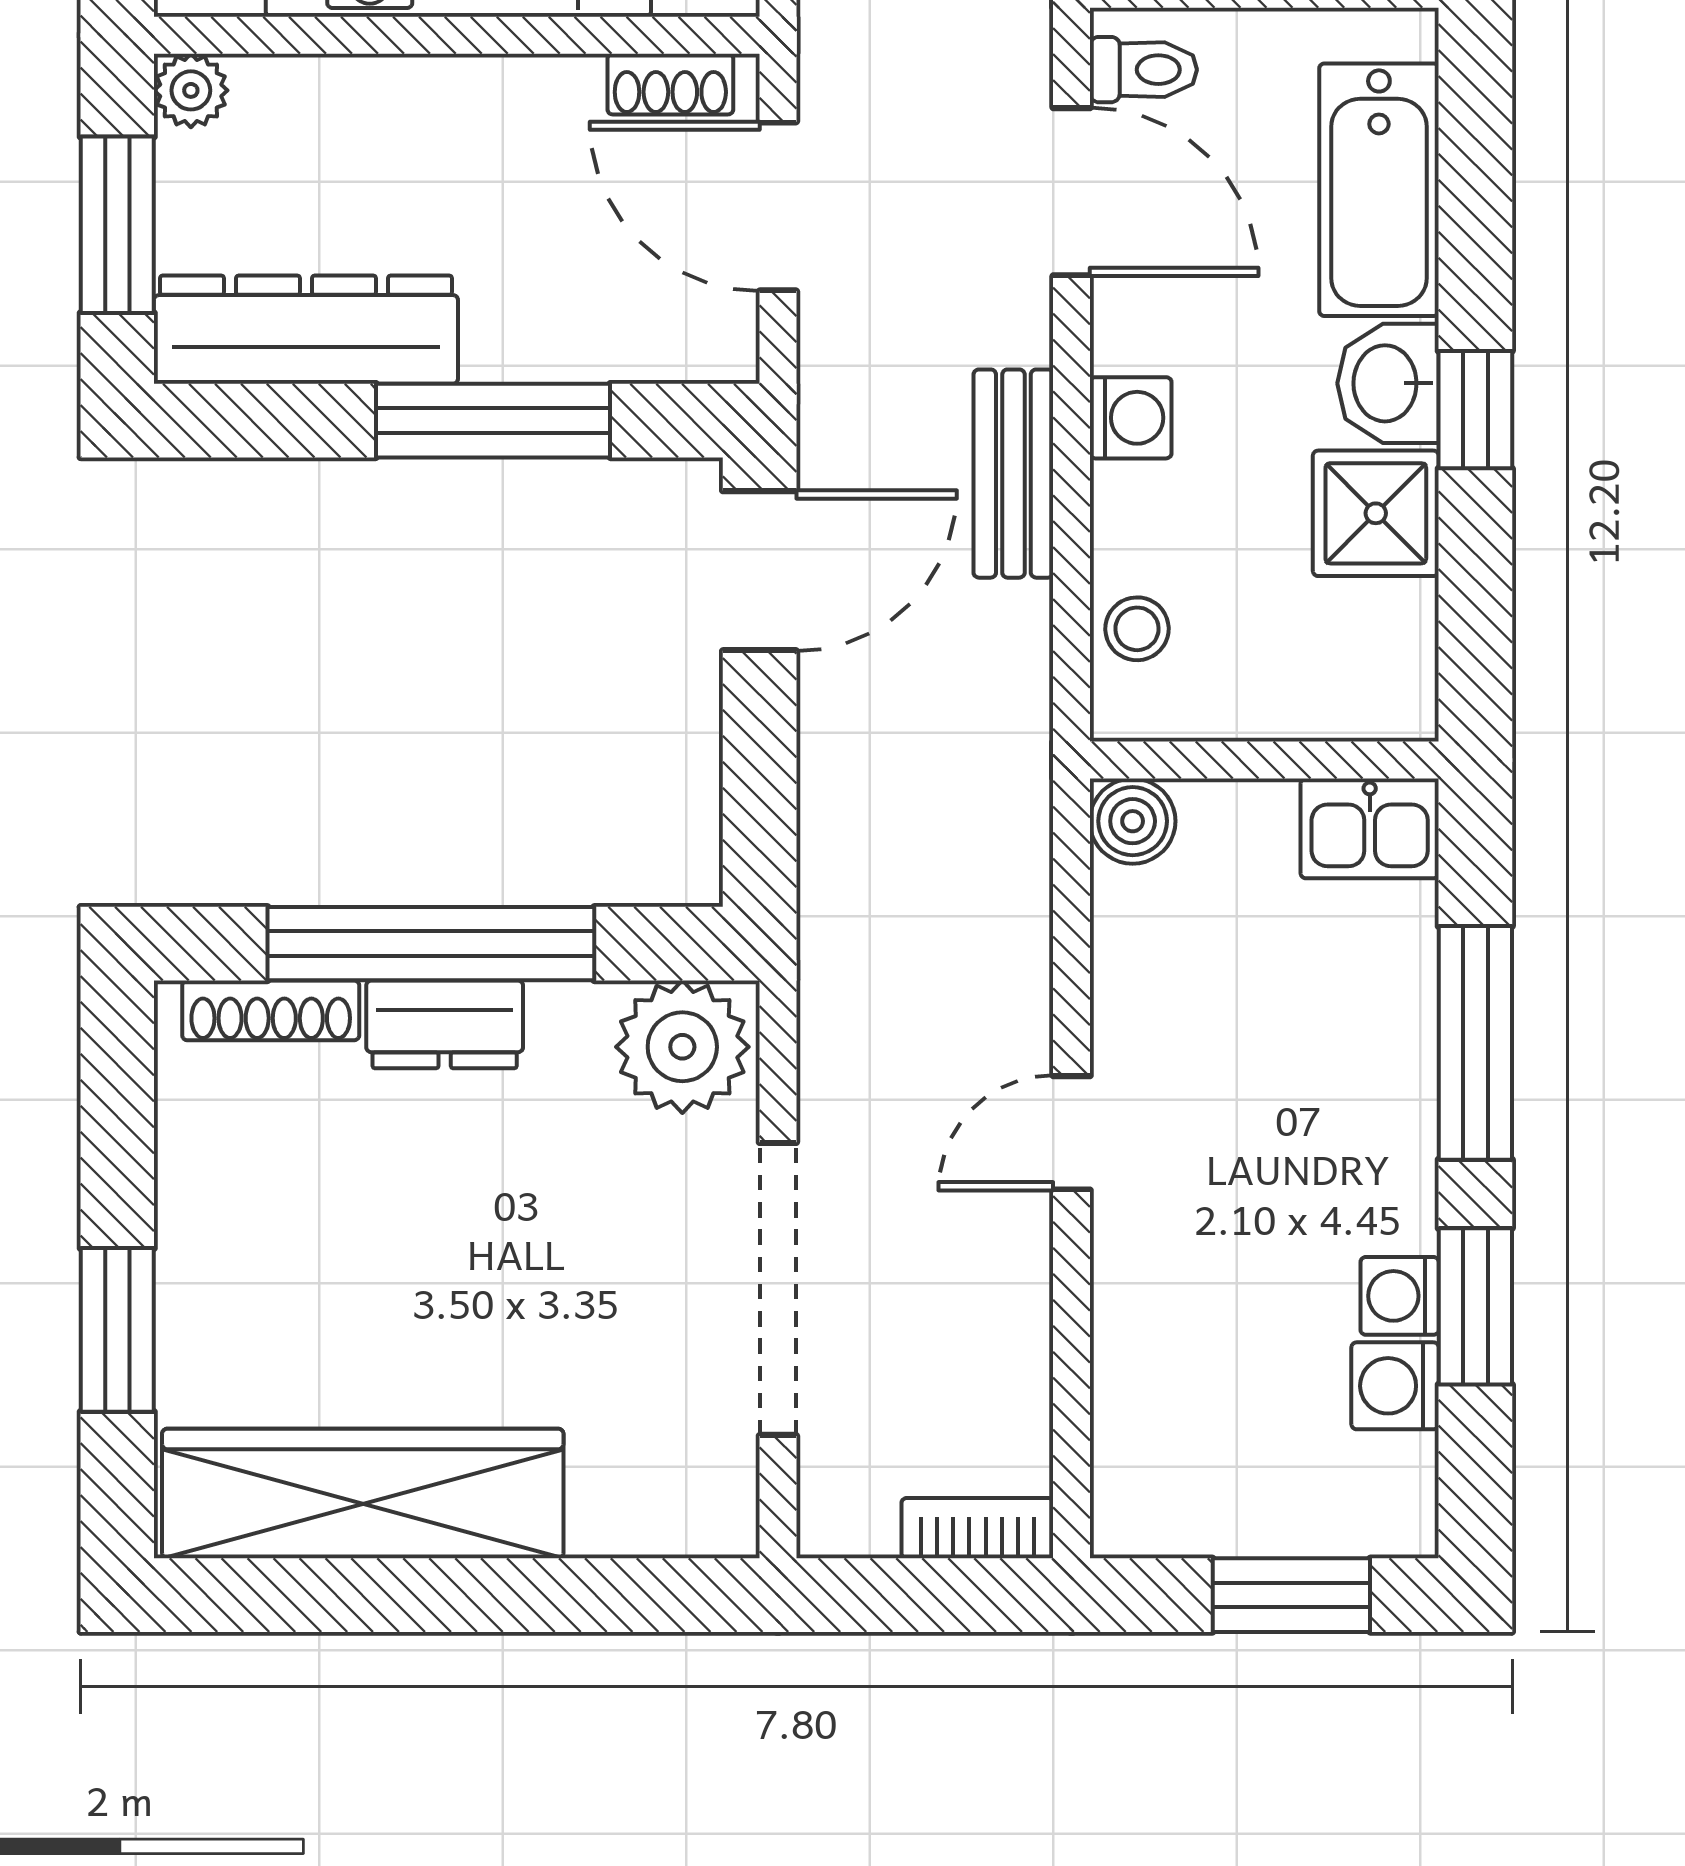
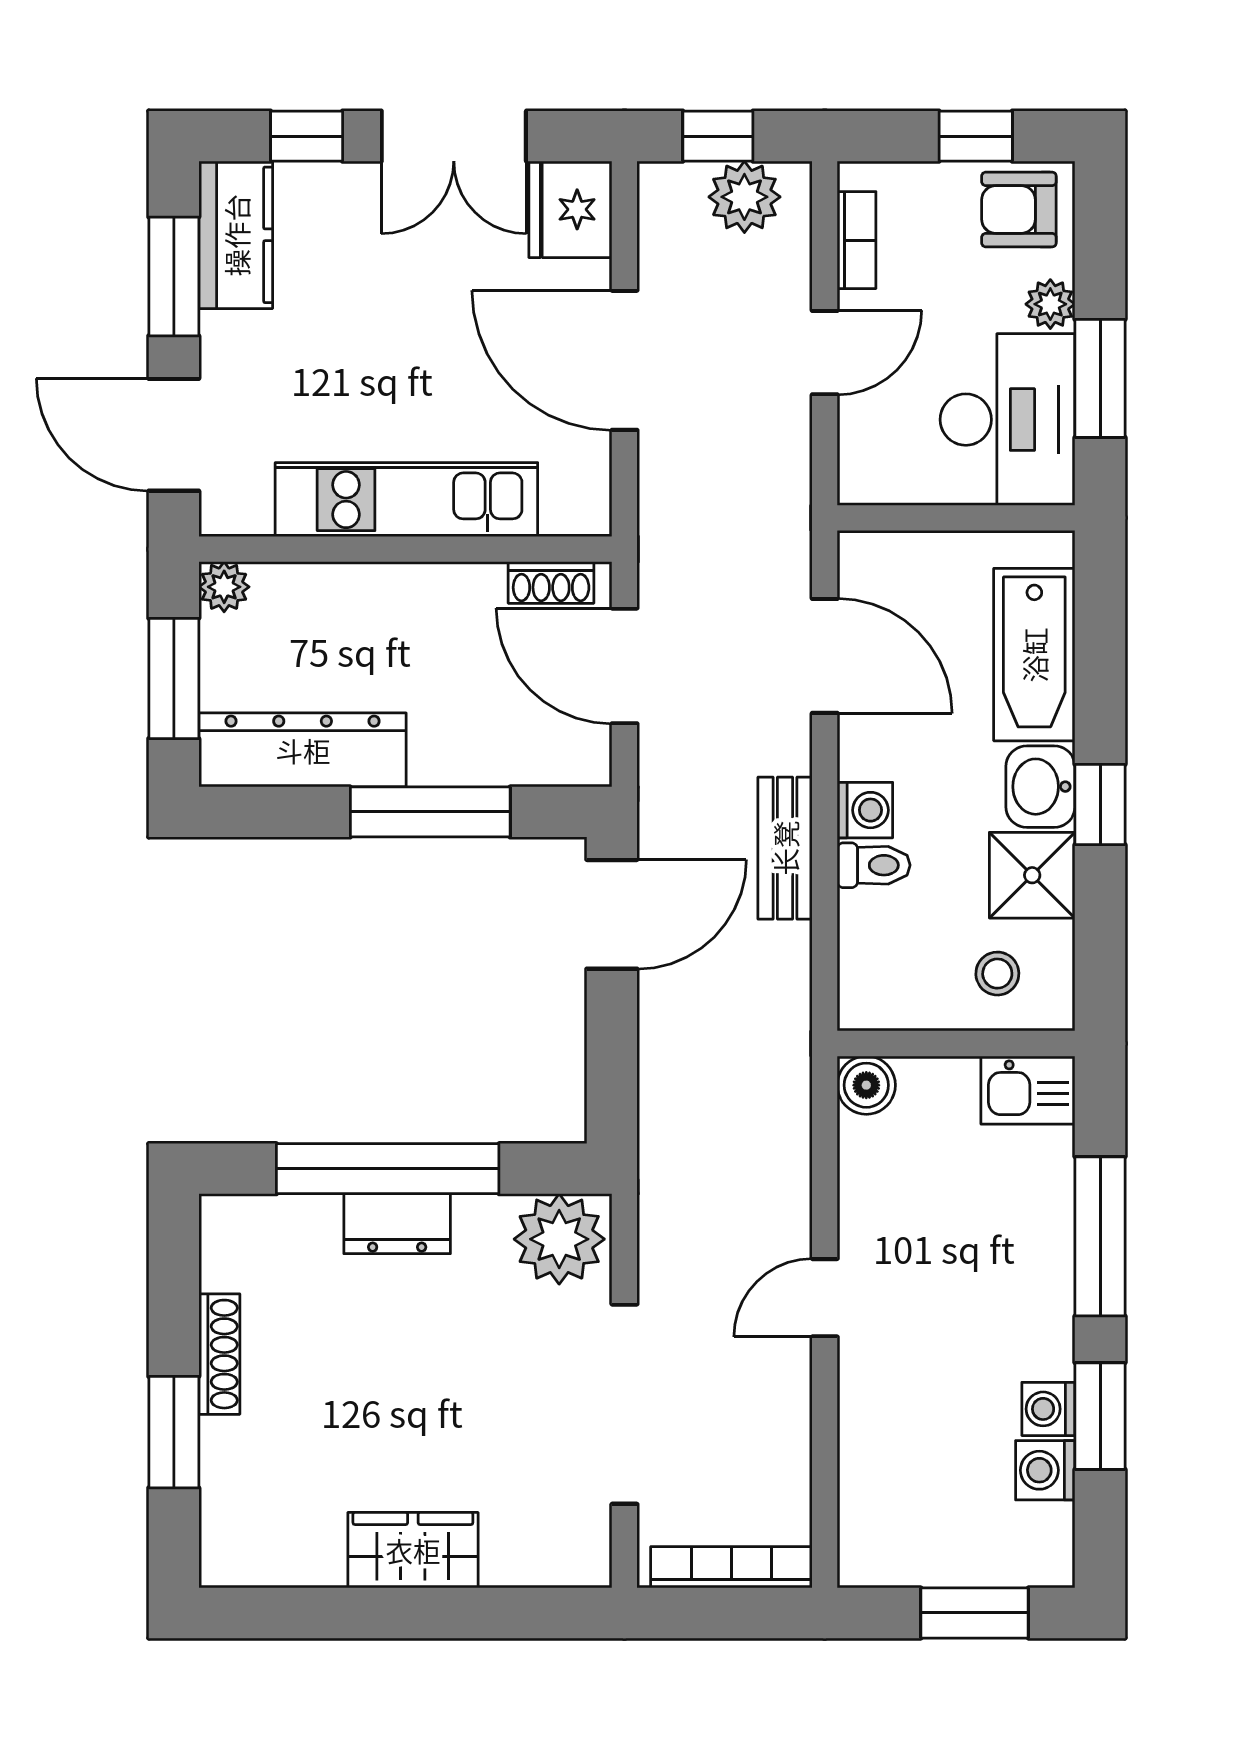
toilet: (1143, 70) -> (874, 865), moved
stool: (1137, 629) -> (997, 974), moved
shoe rack: (271, 1010) -> (219, 1354), moved, turned -90
wardrobe: (363, 1493) -> (413, 1550), width x0.48, depth x0.85
bookcase: (977, 1528) -> (731, 1567), width x1.56

